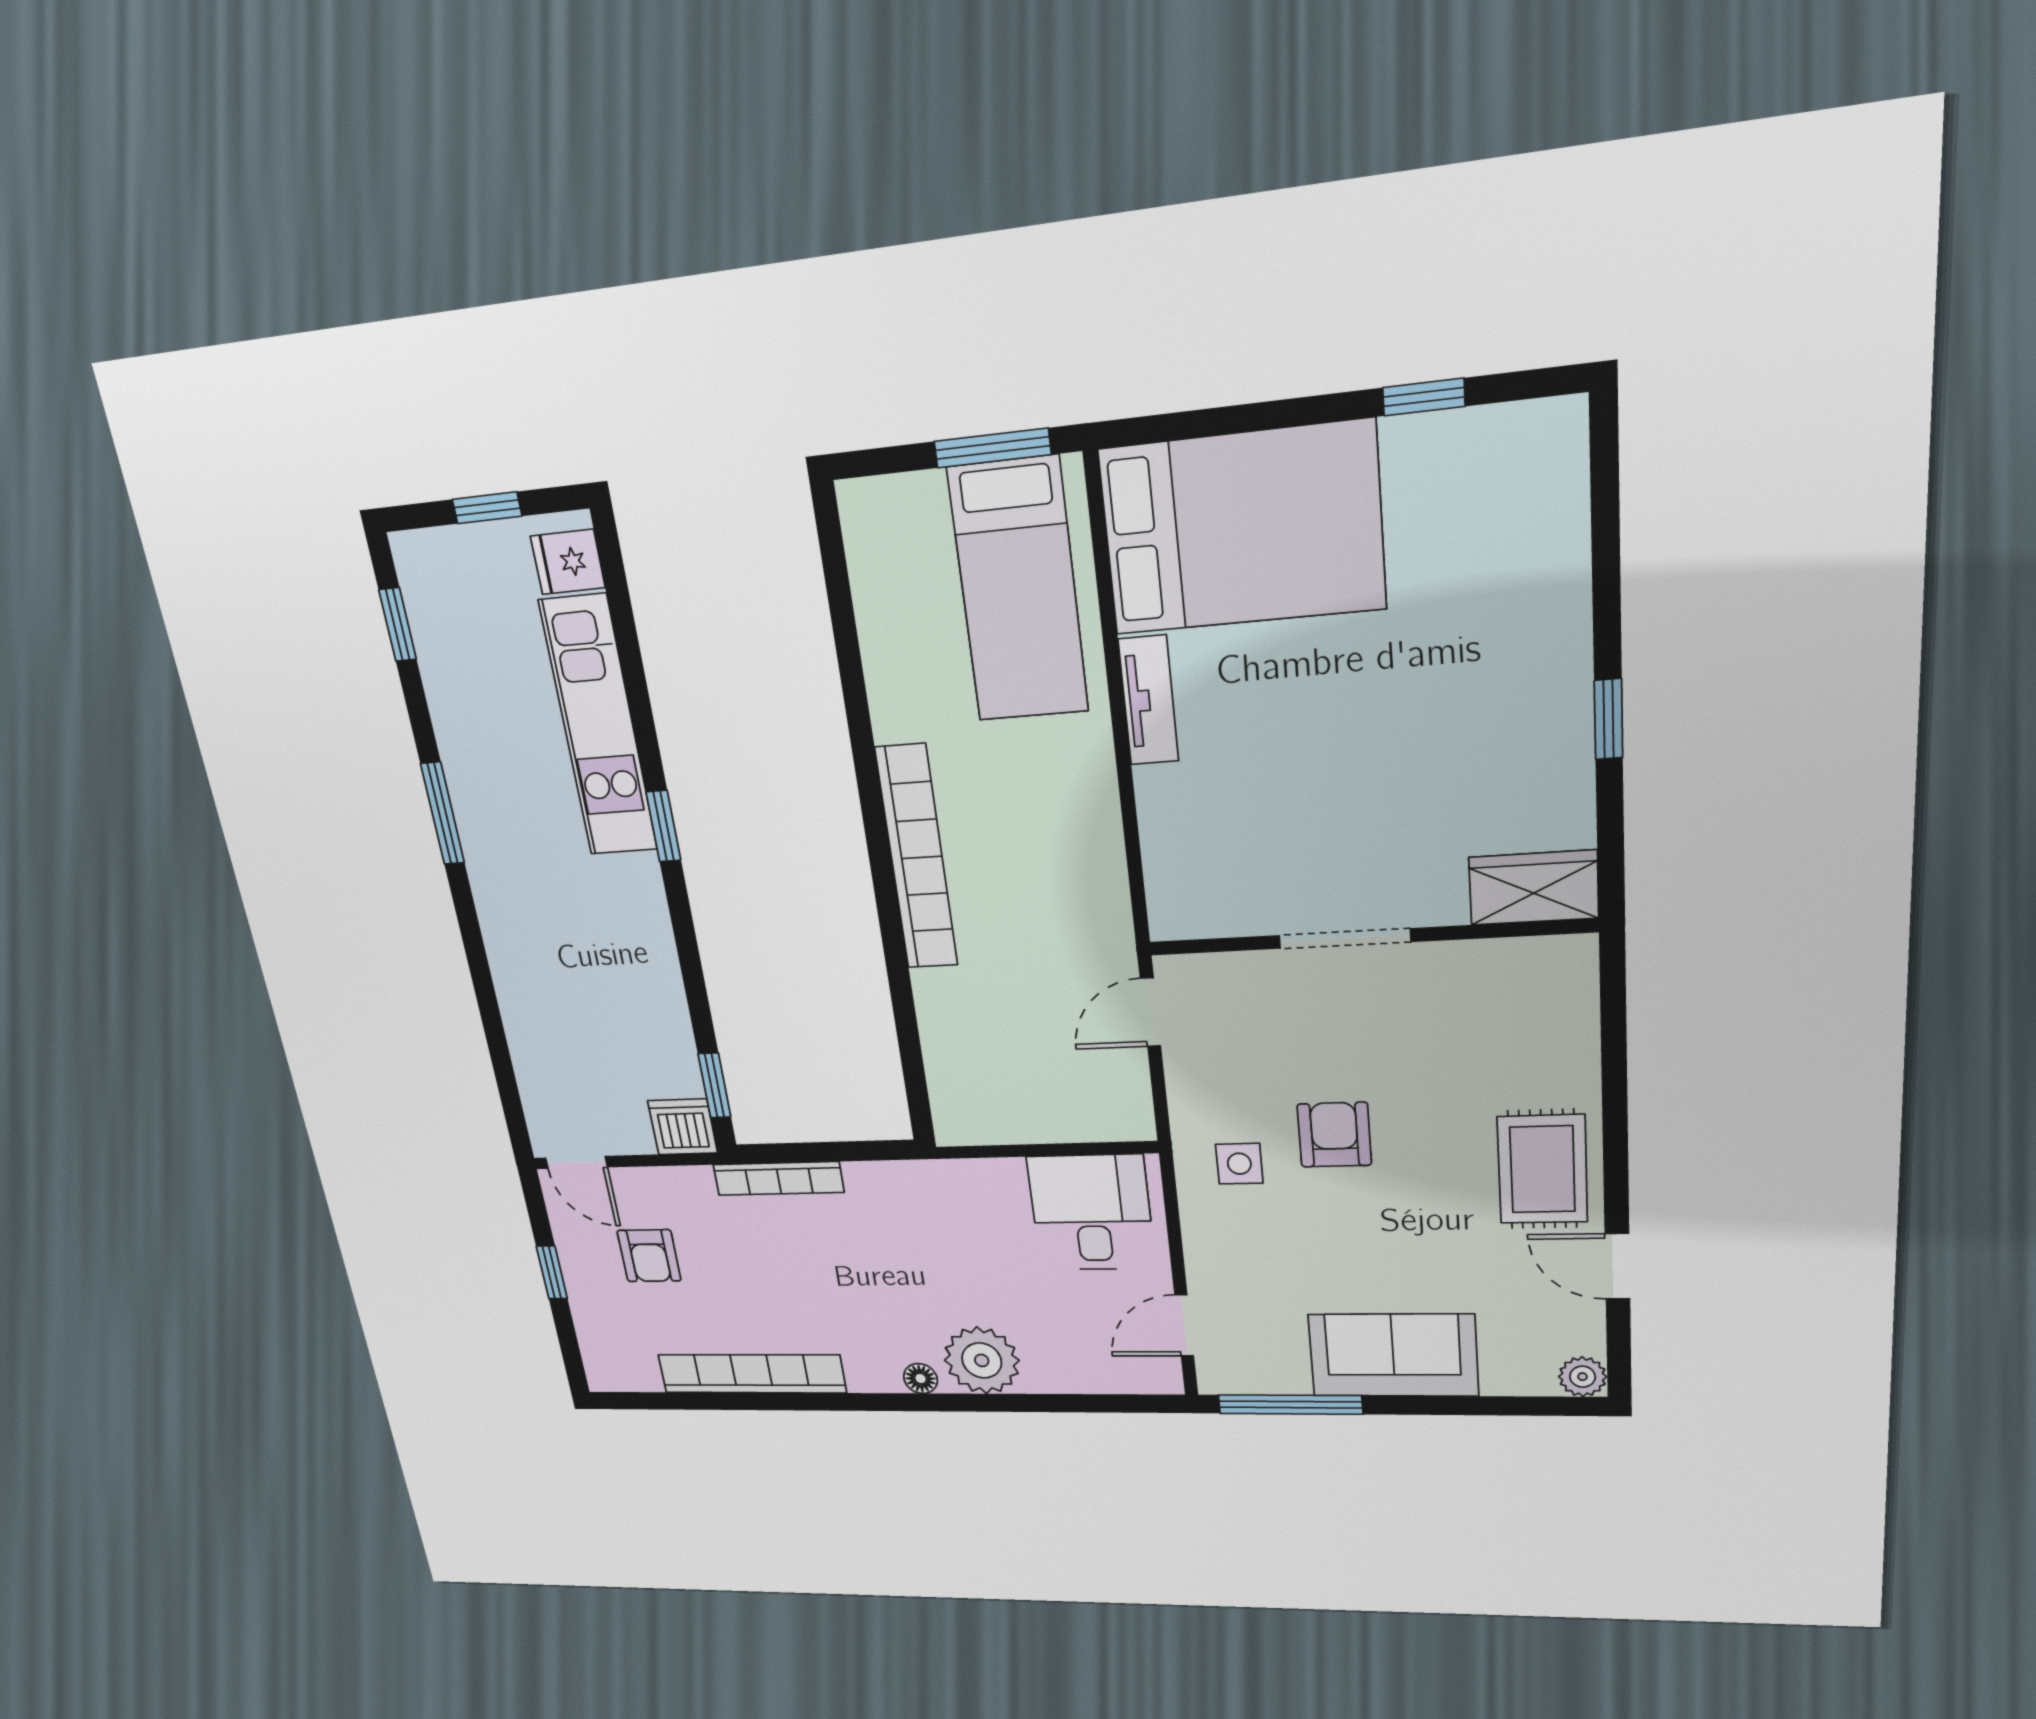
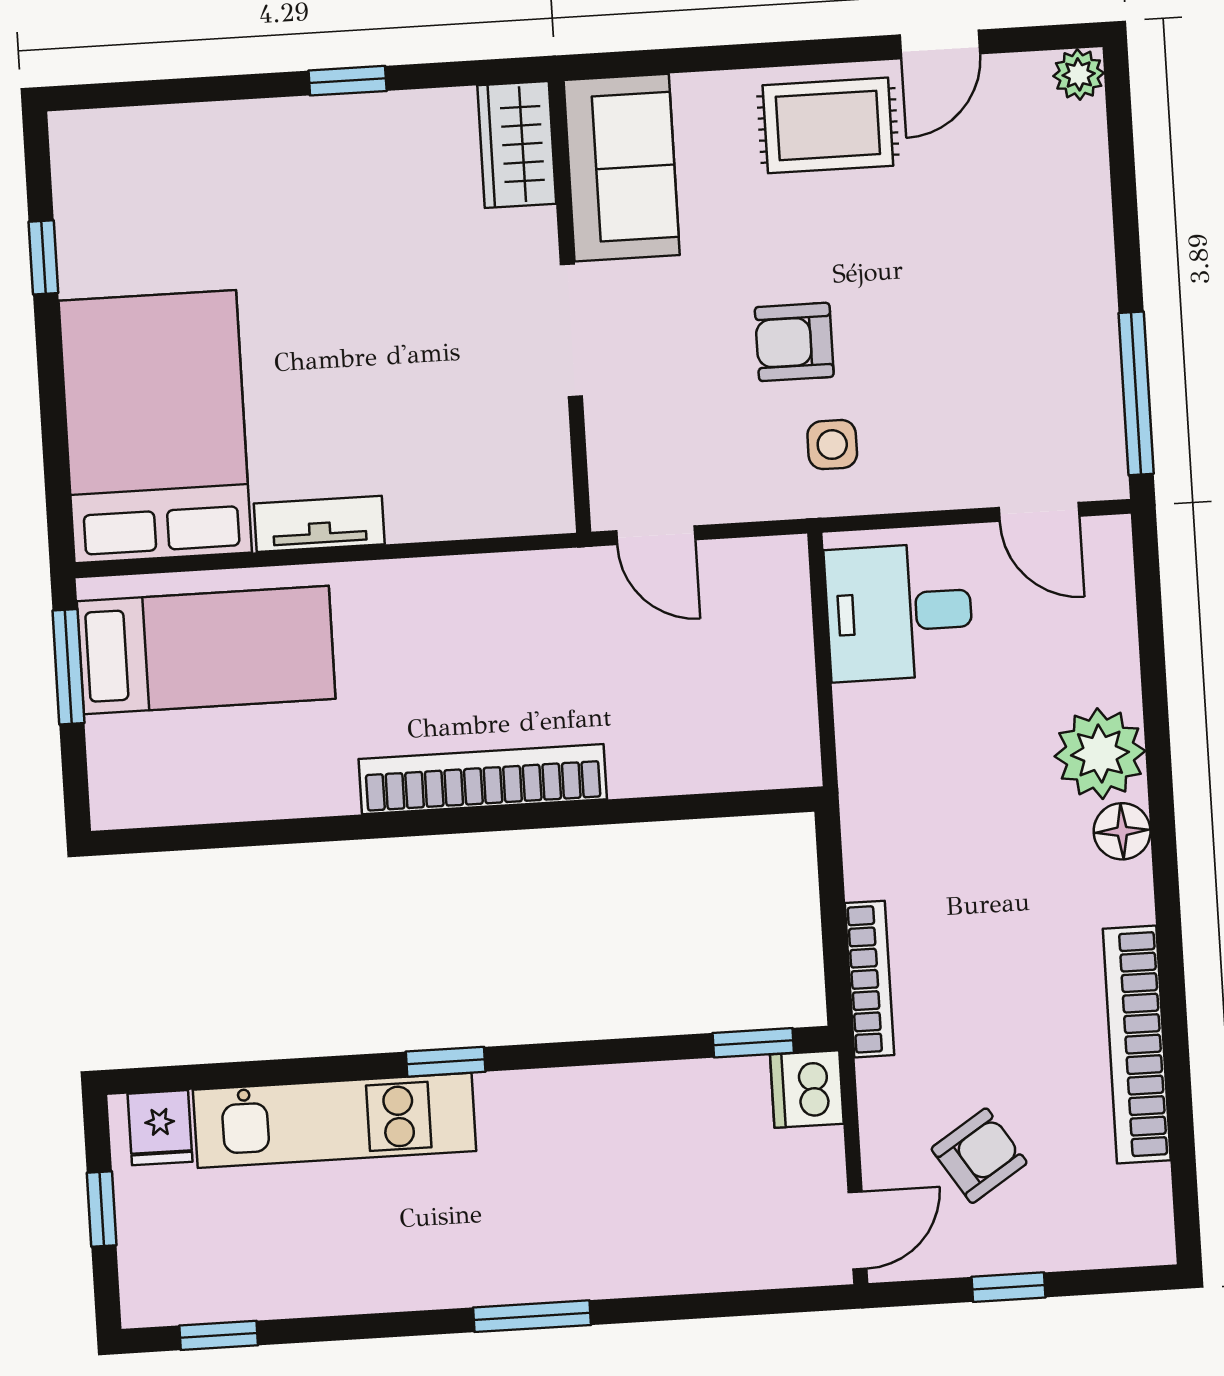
window: (443, 813) -> (532, 1316), moved
armchair: (649, 1256) -> (979, 1156), turned -33
sofa: (1393, 1355) -> (622, 168), moved, turned 180
floor lamp: (921, 1379) -> (1122, 831), width x1.37, depth x1.37

